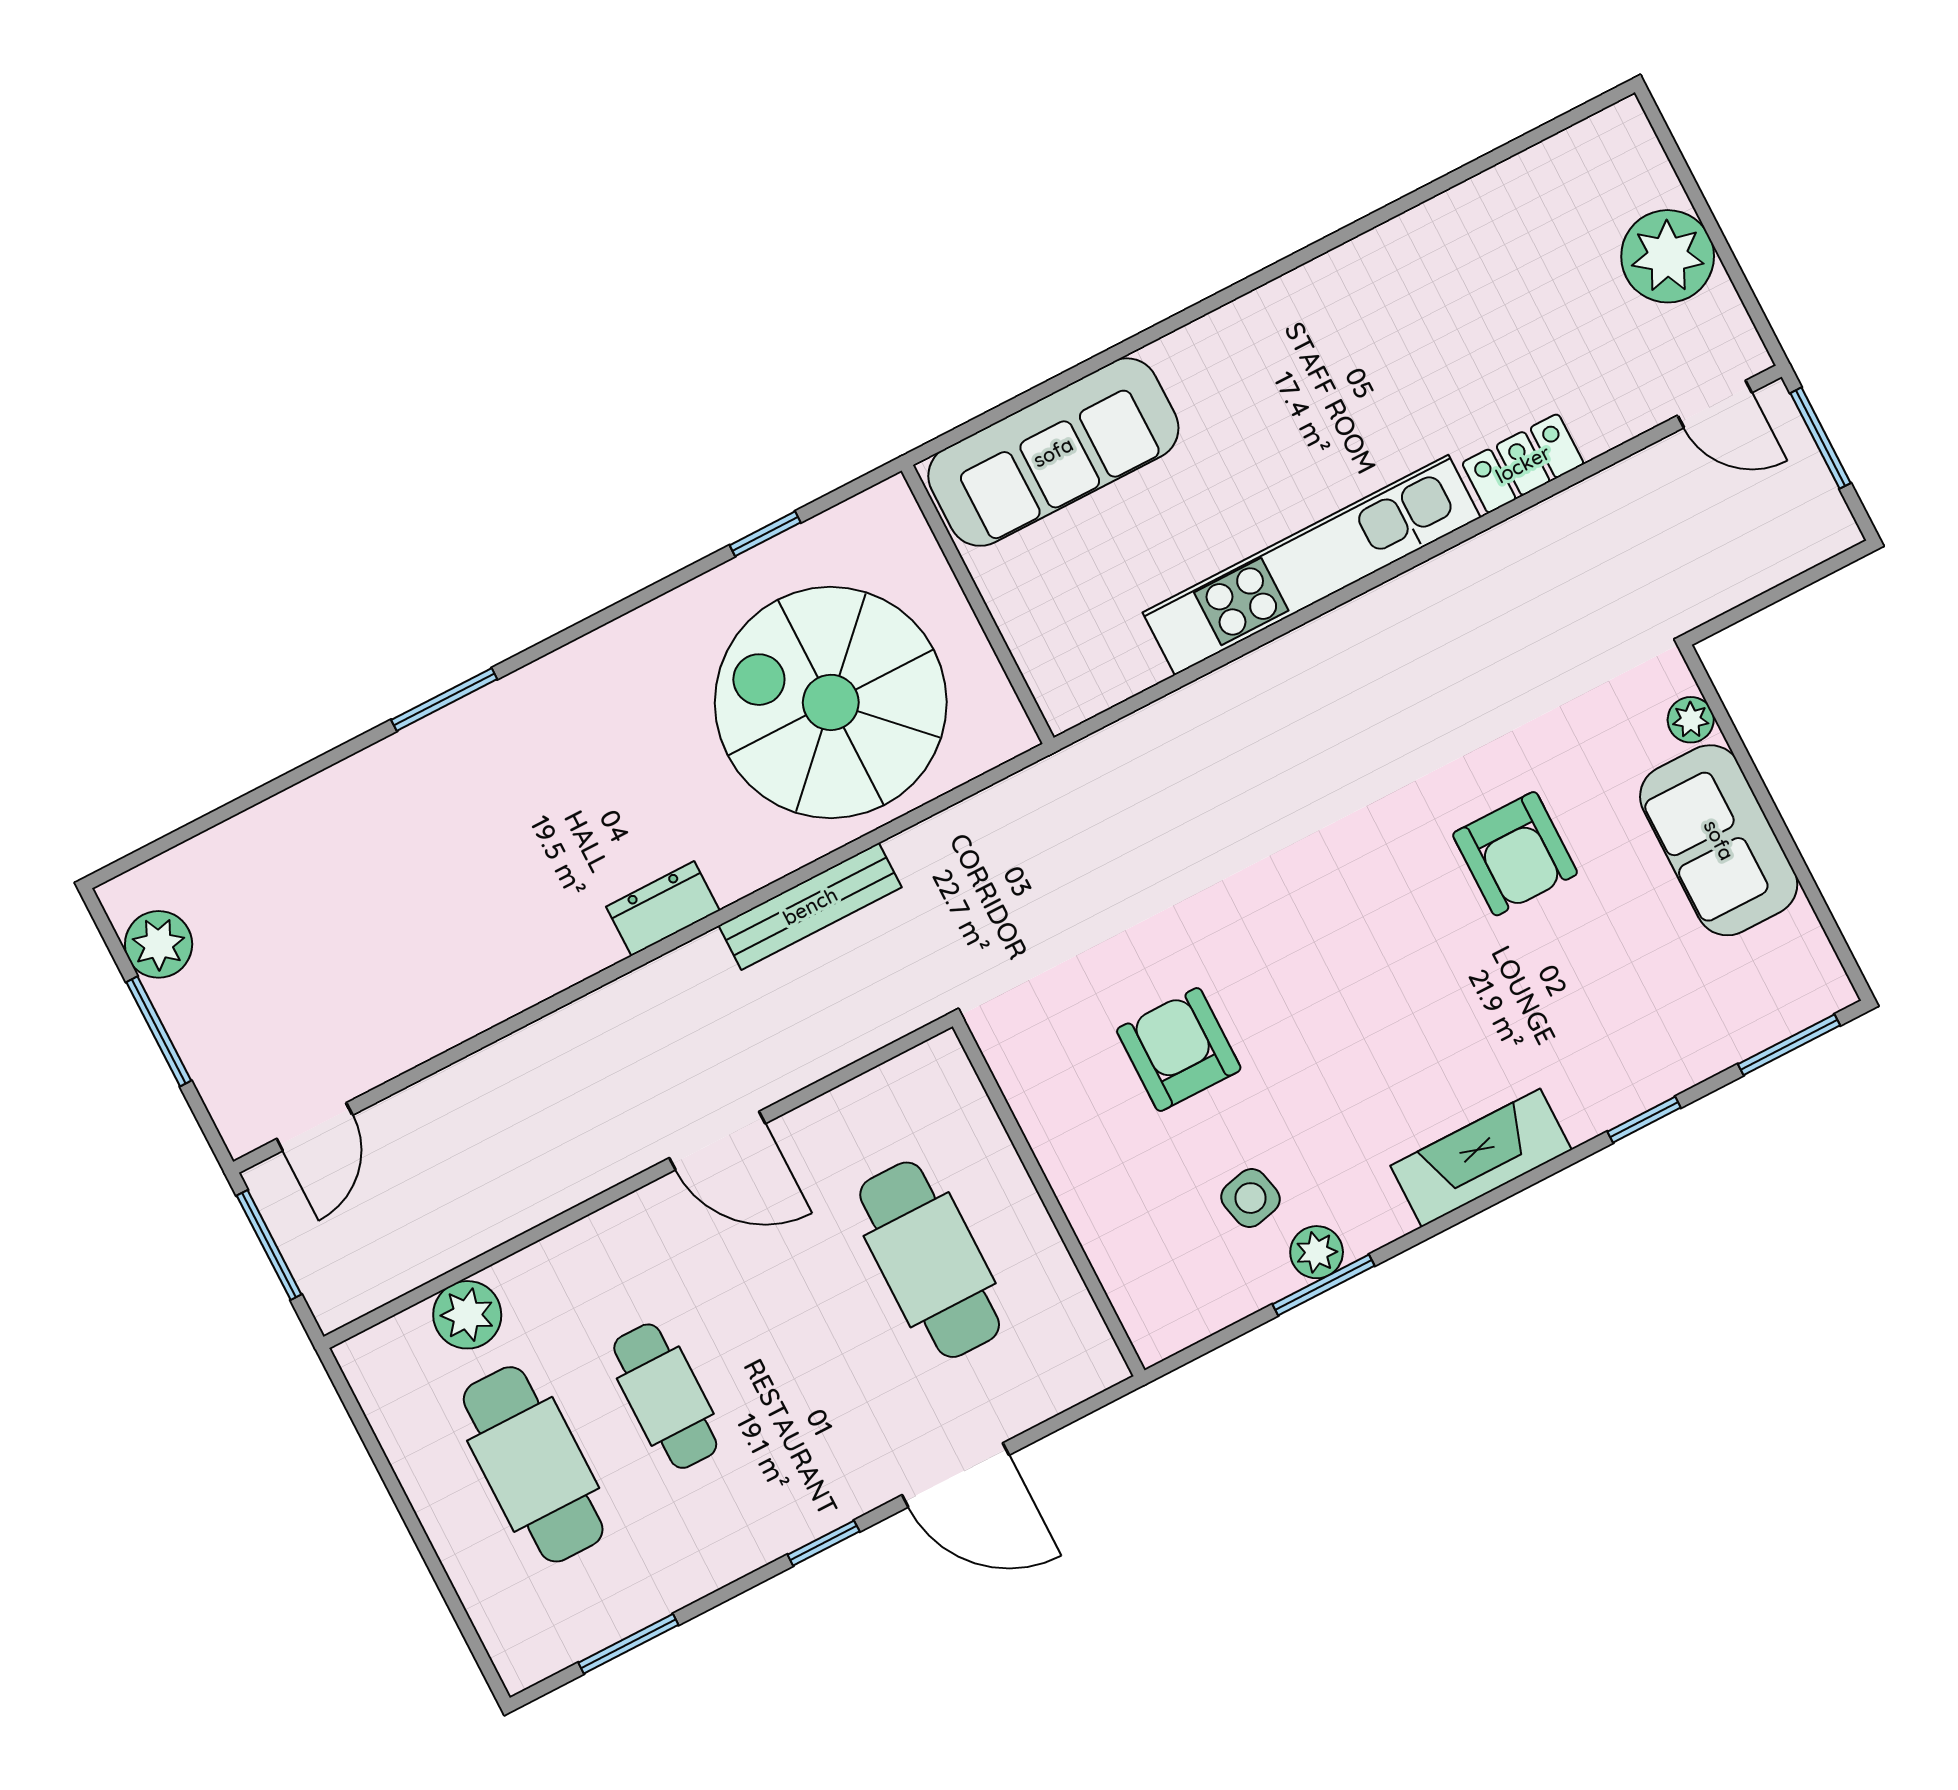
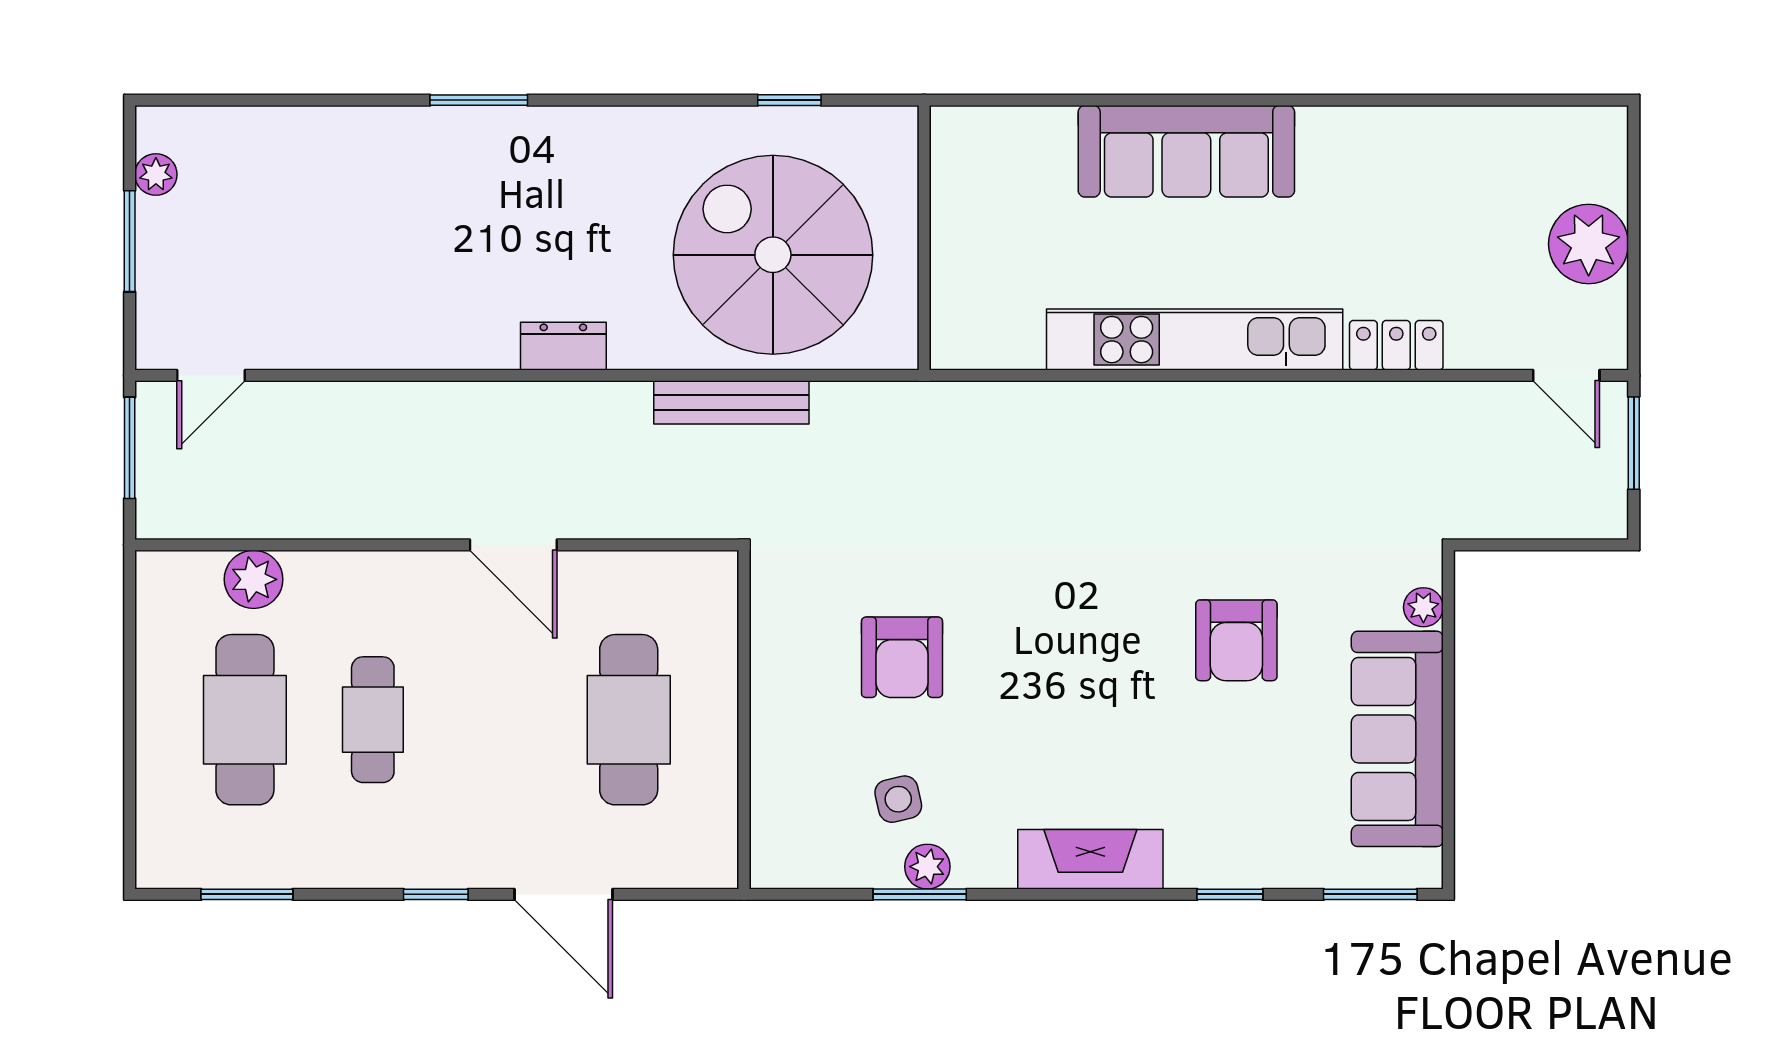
sofa: (1053, 452) -> (1186, 151), moved
sofa: (1719, 840) -> (1397, 739), width x1.36
bench: (810, 906) -> (731, 402), moved
plant: (159, 944) -> (156, 174), width x0.73, depth x0.73
armchair: (1179, 1049) -> (902, 657), turned 180

